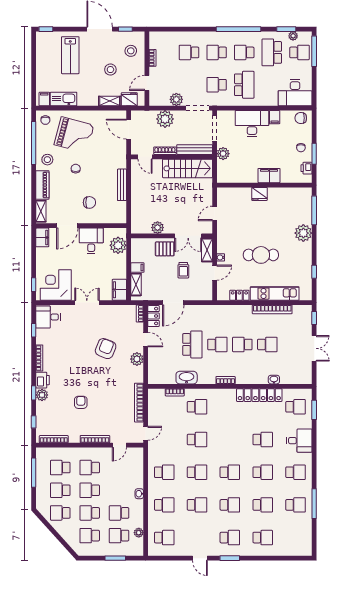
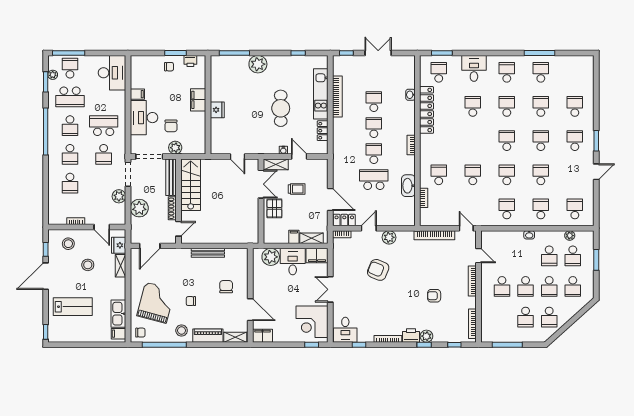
chair: (301, 118) -> (171, 126), moved
plant: (158, 228) -> (252, 216), removed
desk: (91, 241) -> (293, 262), moved, turned 90
school desk: (242, 344) -> (374, 128), turned 180
school desk: (60, 468) -> (502, 317), removed

